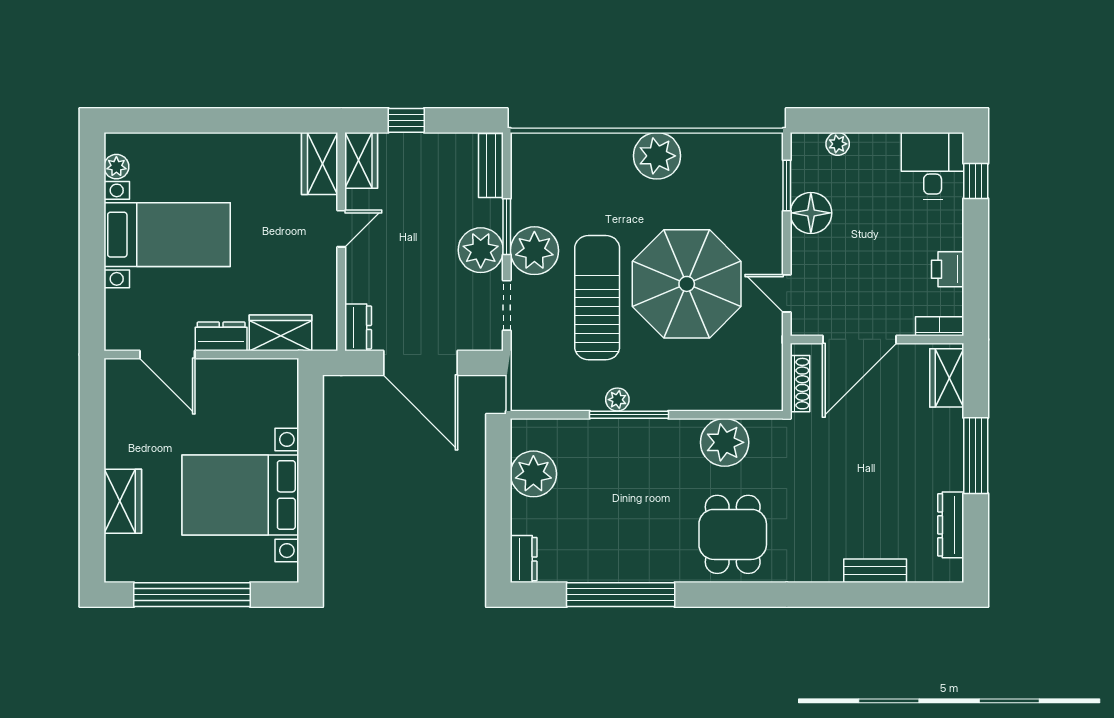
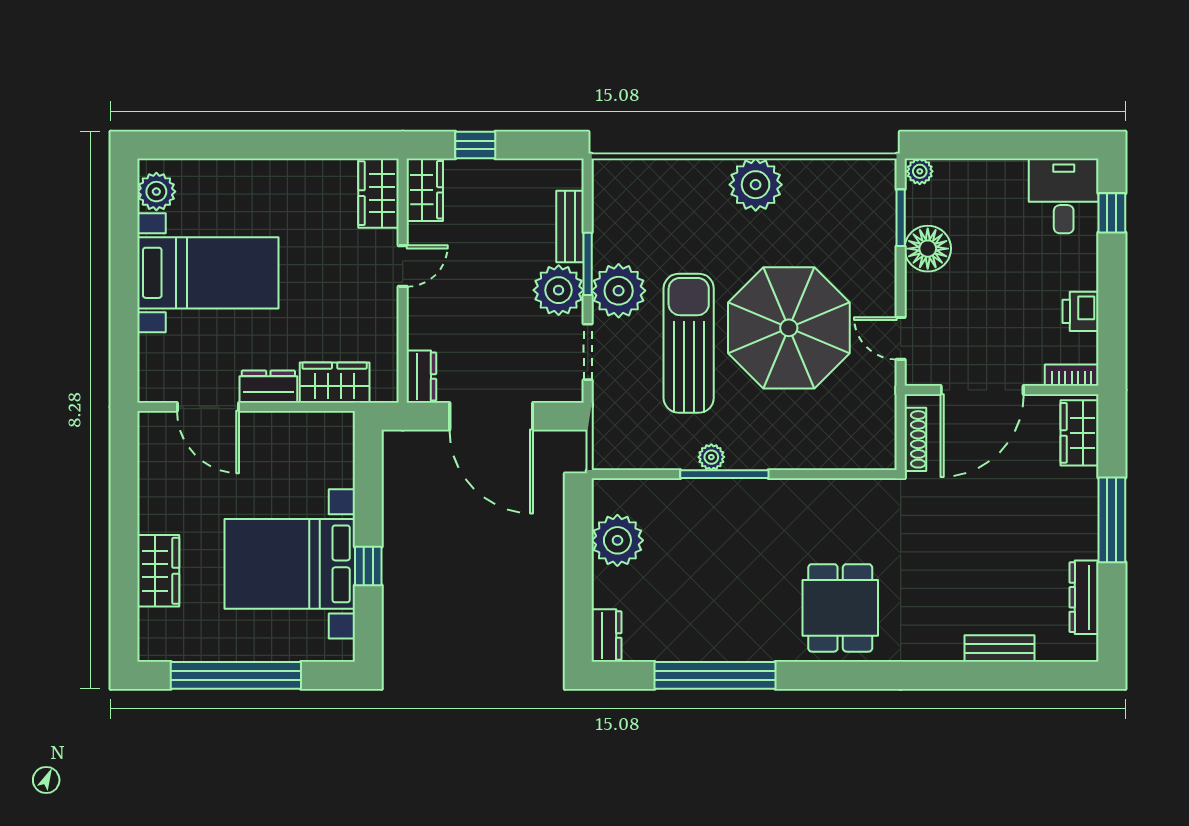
plant: (838, 144) -> (920, 171), moved
bench: (491, 165) -> (570, 227), moved
plant: (116, 167) -> (156, 192), width x1.38, depth x1.38
plant: (725, 442) -> (831, 505), removed
window: (311, 497) -> (368, 566), added

